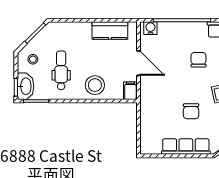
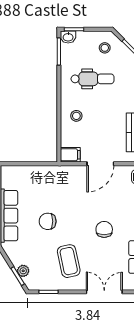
chair: (198, 60) -> (104, 229), turned -90
stool: (95, 85) -> (76, 116), width x0.53, depth x0.53
washbasin: (25, 86) -> (68, 37), width x0.52, depth x0.69

